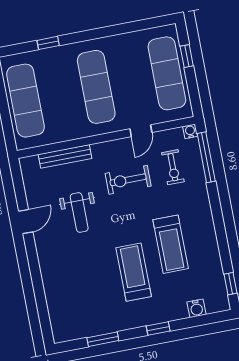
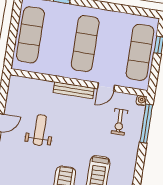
bench: (65, 156) -> (74, 90), moved
exercise bike: (128, 180) -> (84, 119), removed
weight bench: (79, 213) -> (40, 130), turned 180

